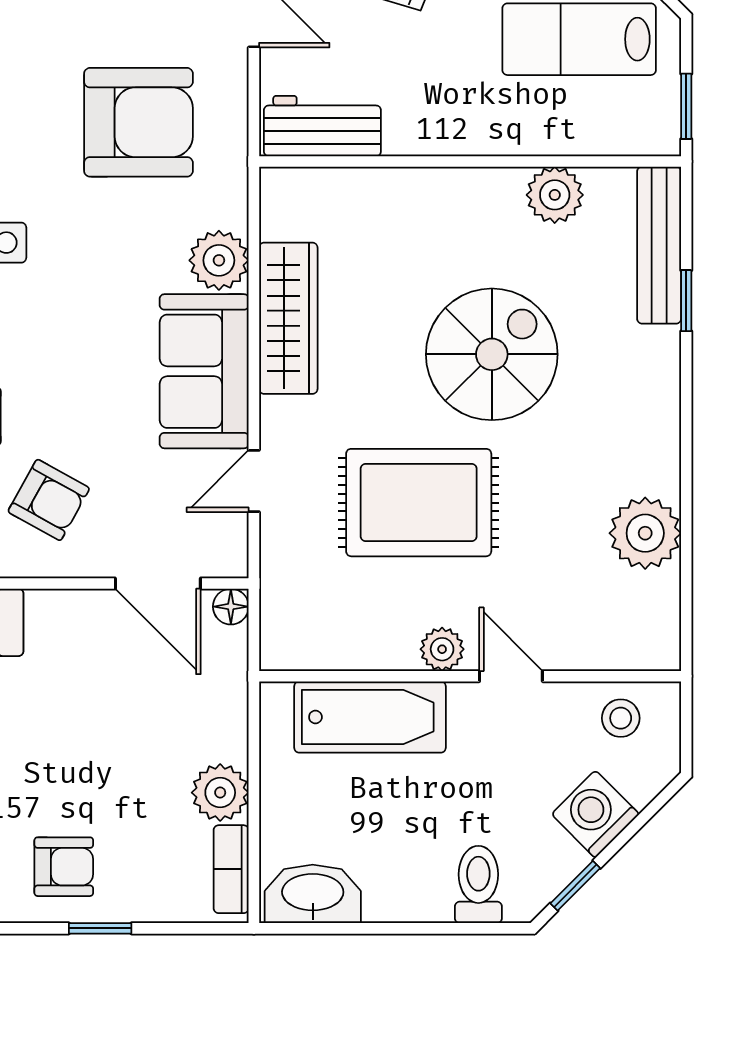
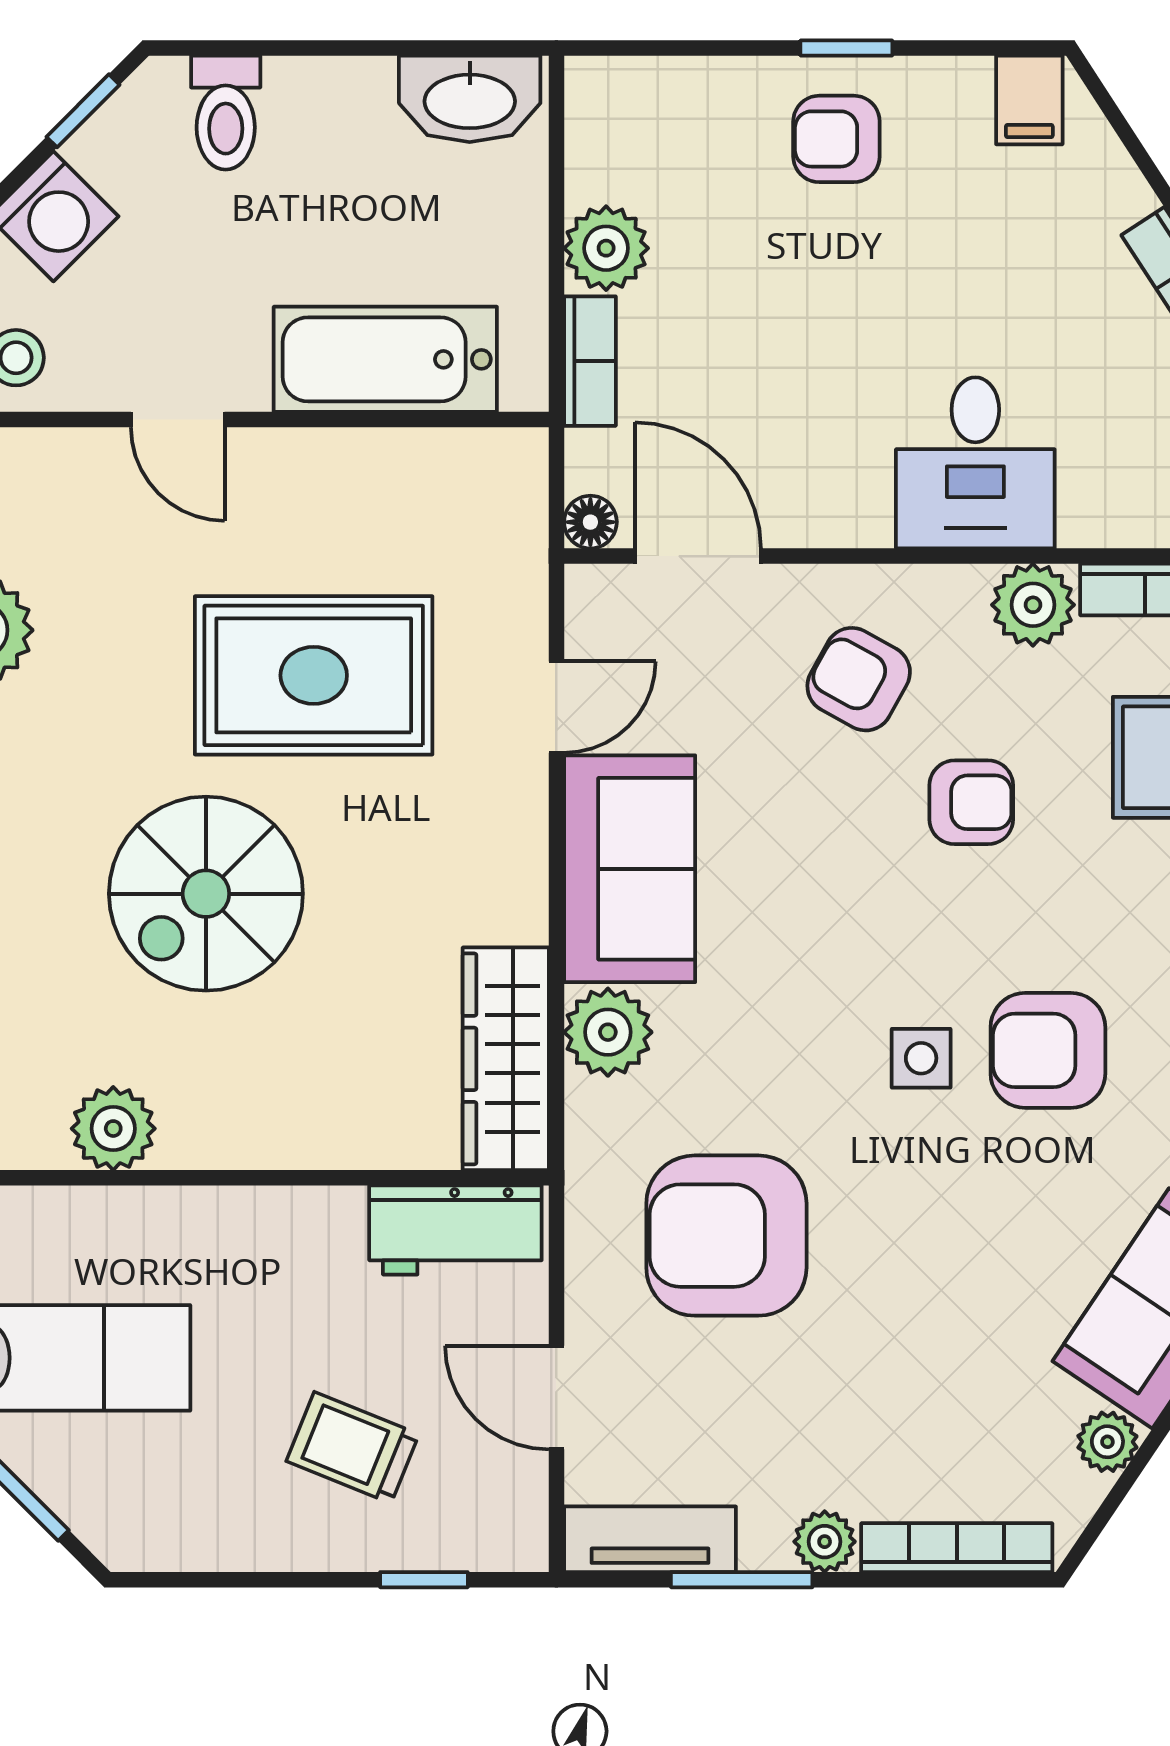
wardrobe: (288, 318) -> (506, 1059), moved
plant: (442, 649) -> (279, 459), removed
bookcase: (231, 869) -> (590, 361), moved
window: (100, 928) -> (846, 48), moved

